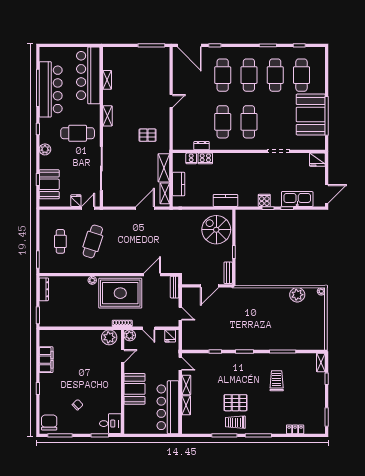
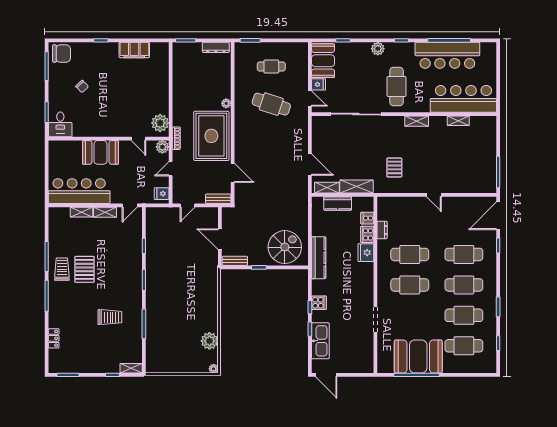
fridge: (317, 160) -> (366, 253), moved
booth: (49, 184) -> (323, 61), moved, turned 90
kitchen counter: (225, 200) -> (319, 258), width x1.50

